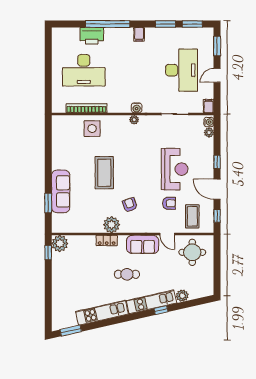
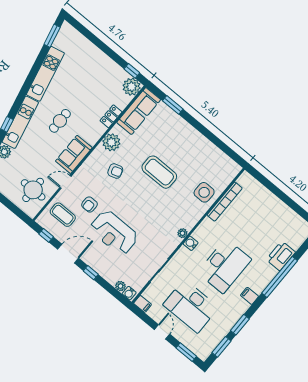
desk: (84, 70) -> (224, 266), moved, turned 180
sofa: (61, 191) -> (139, 111), moved, turned -90
locker: (107, 240) -> (111, 116), moved

